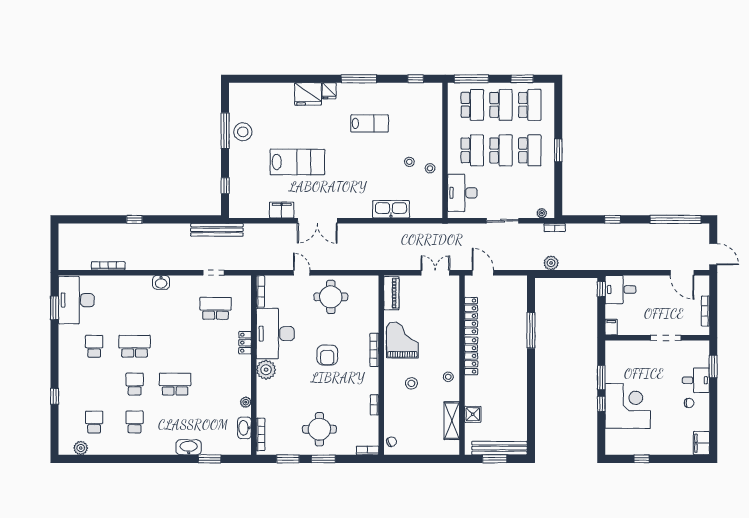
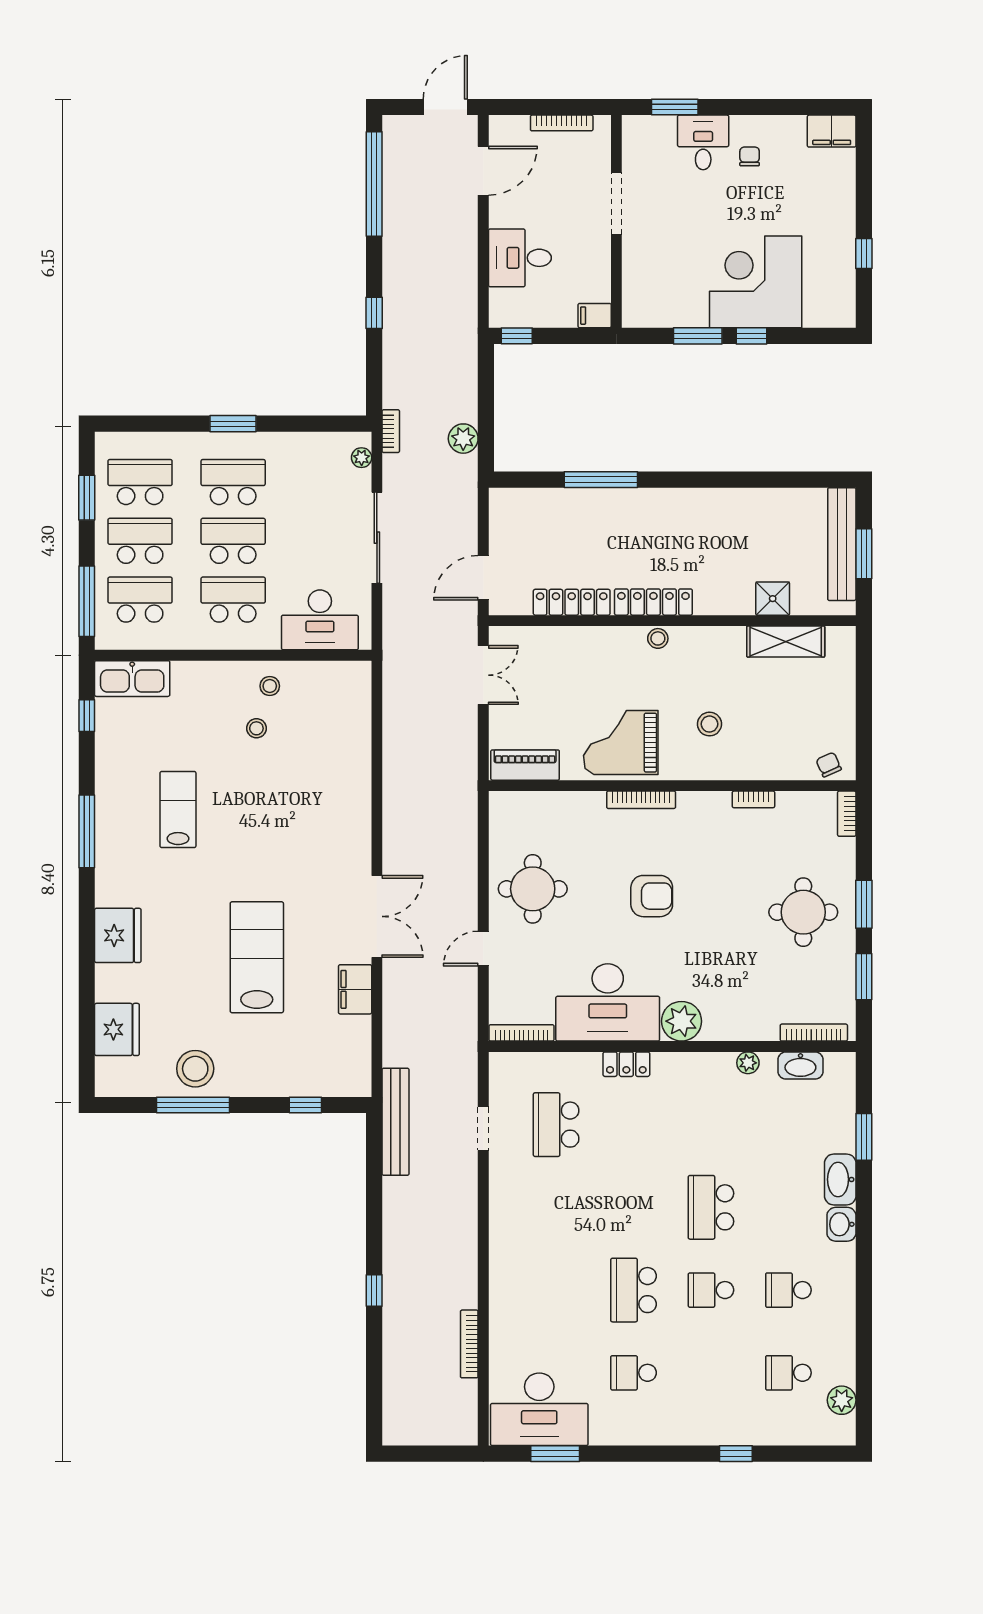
fridge: (329, 91) -> (117, 1029), moved, width x1.88, depth x1.34
kitchen sink: (391, 209) -> (132, 679), moved, turned -90
sliding door: (503, 221) -> (377, 538), width x1.37
double door: (435, 273) -> (483, 675), swing flipped
washbasin: (161, 282) -> (841, 1224), moved, turned 180
desk: (620, 290) -> (520, 258), moved, turned 90
stool: (448, 377) -> (658, 638), moved

